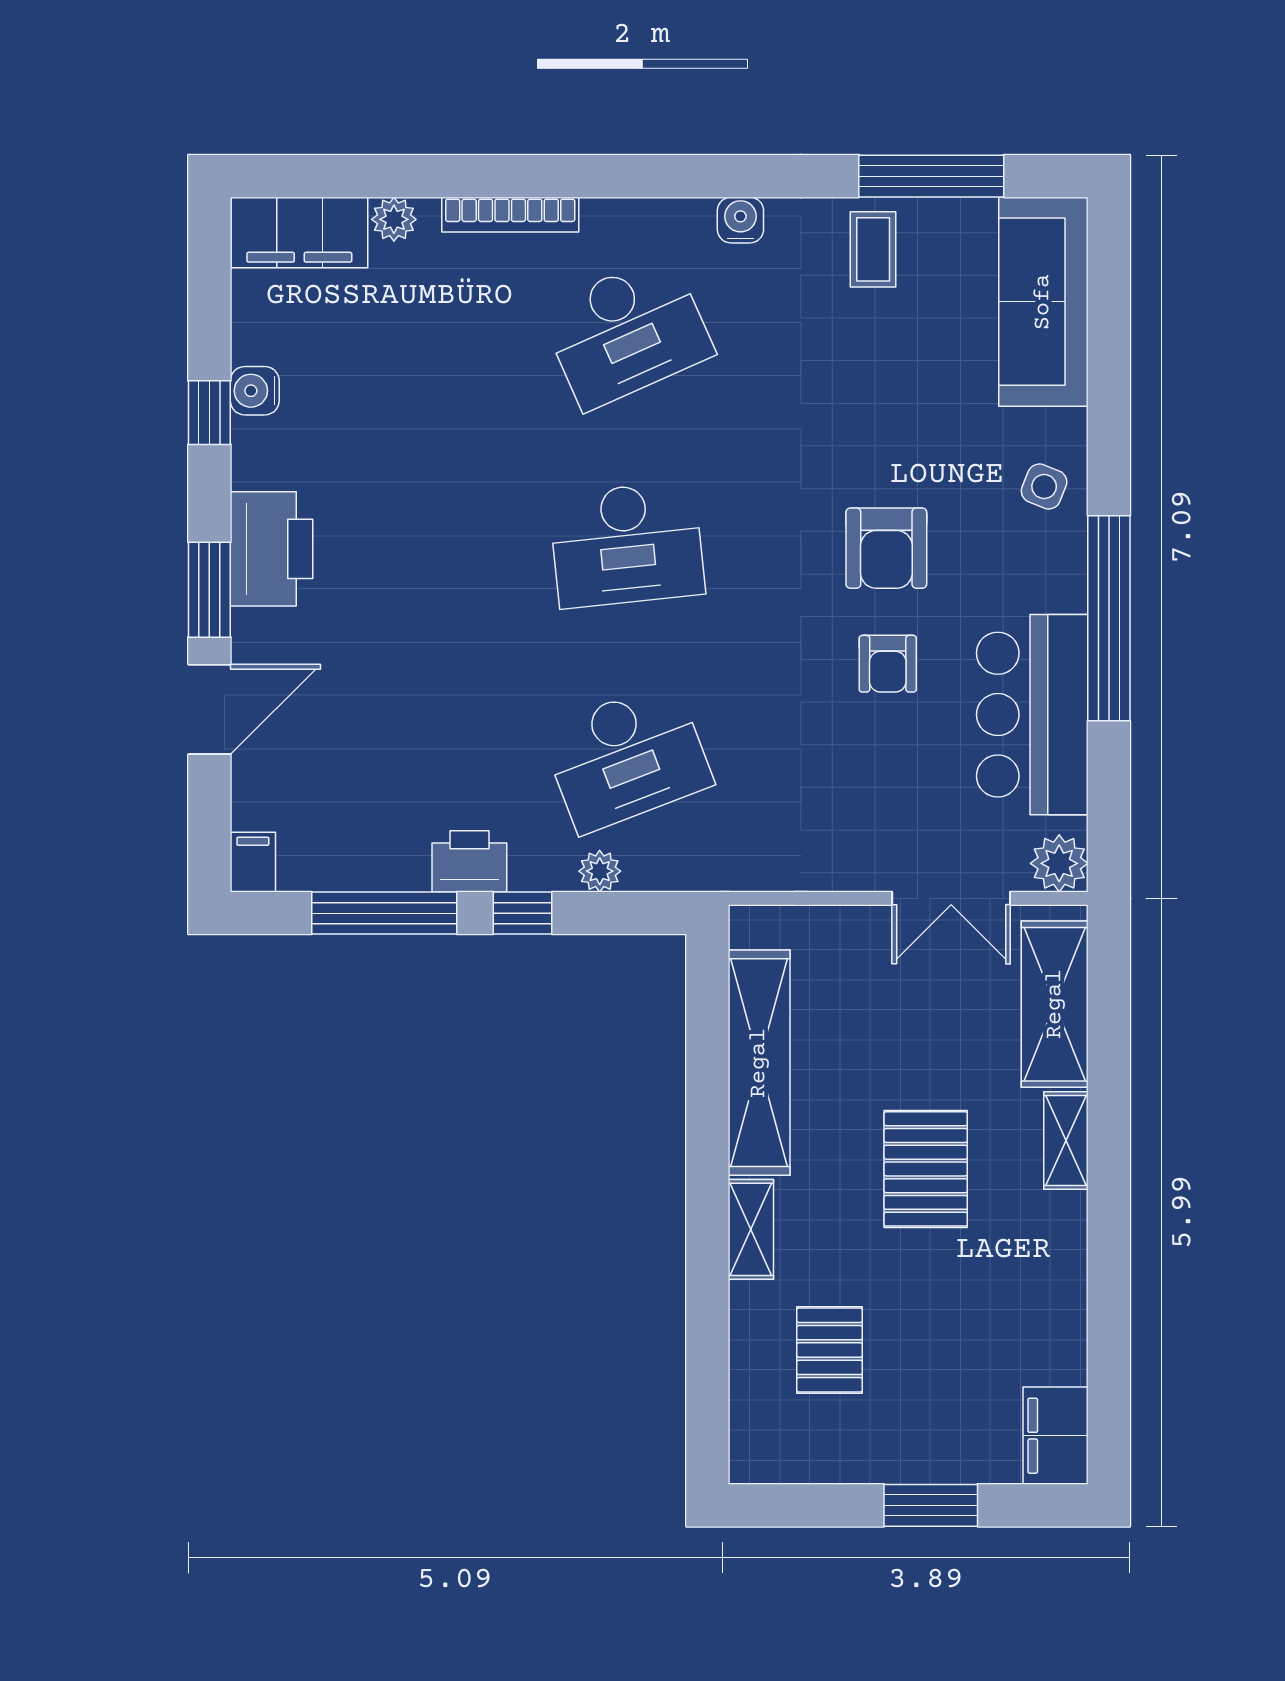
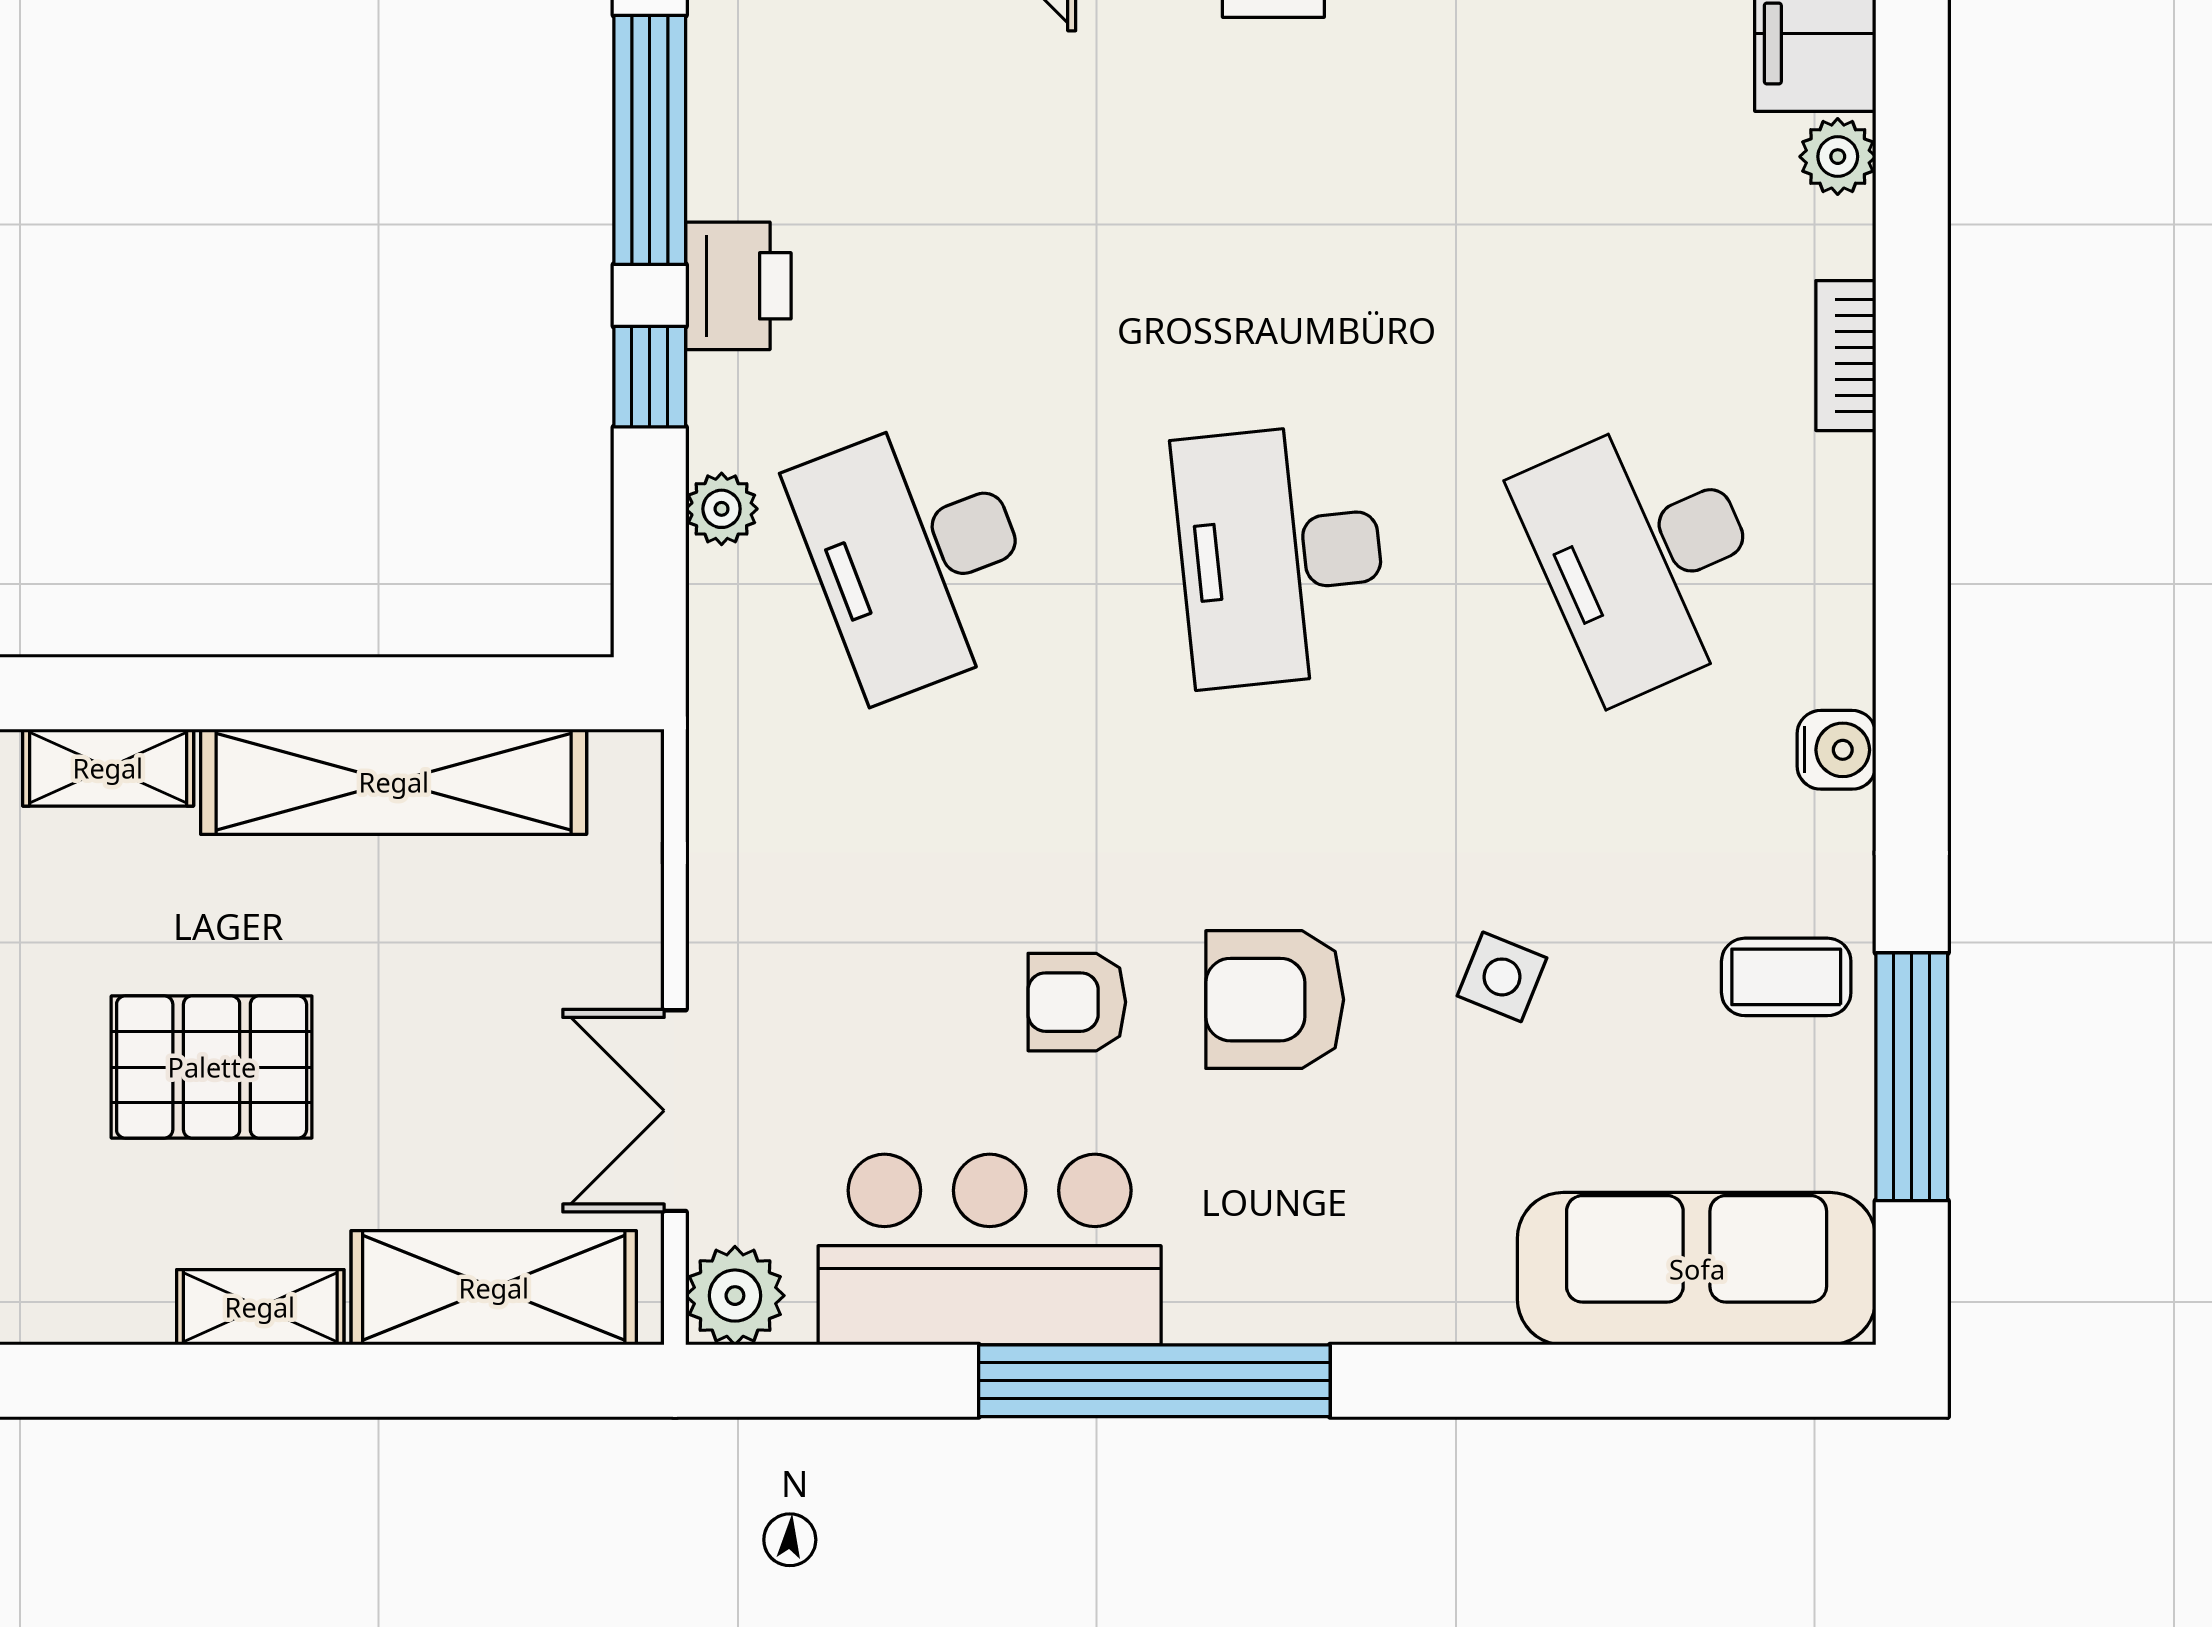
bookcase: (510, 215) -> (1846, 356), width x0.64
side table: (1044, 487) -> (1502, 977), moved

